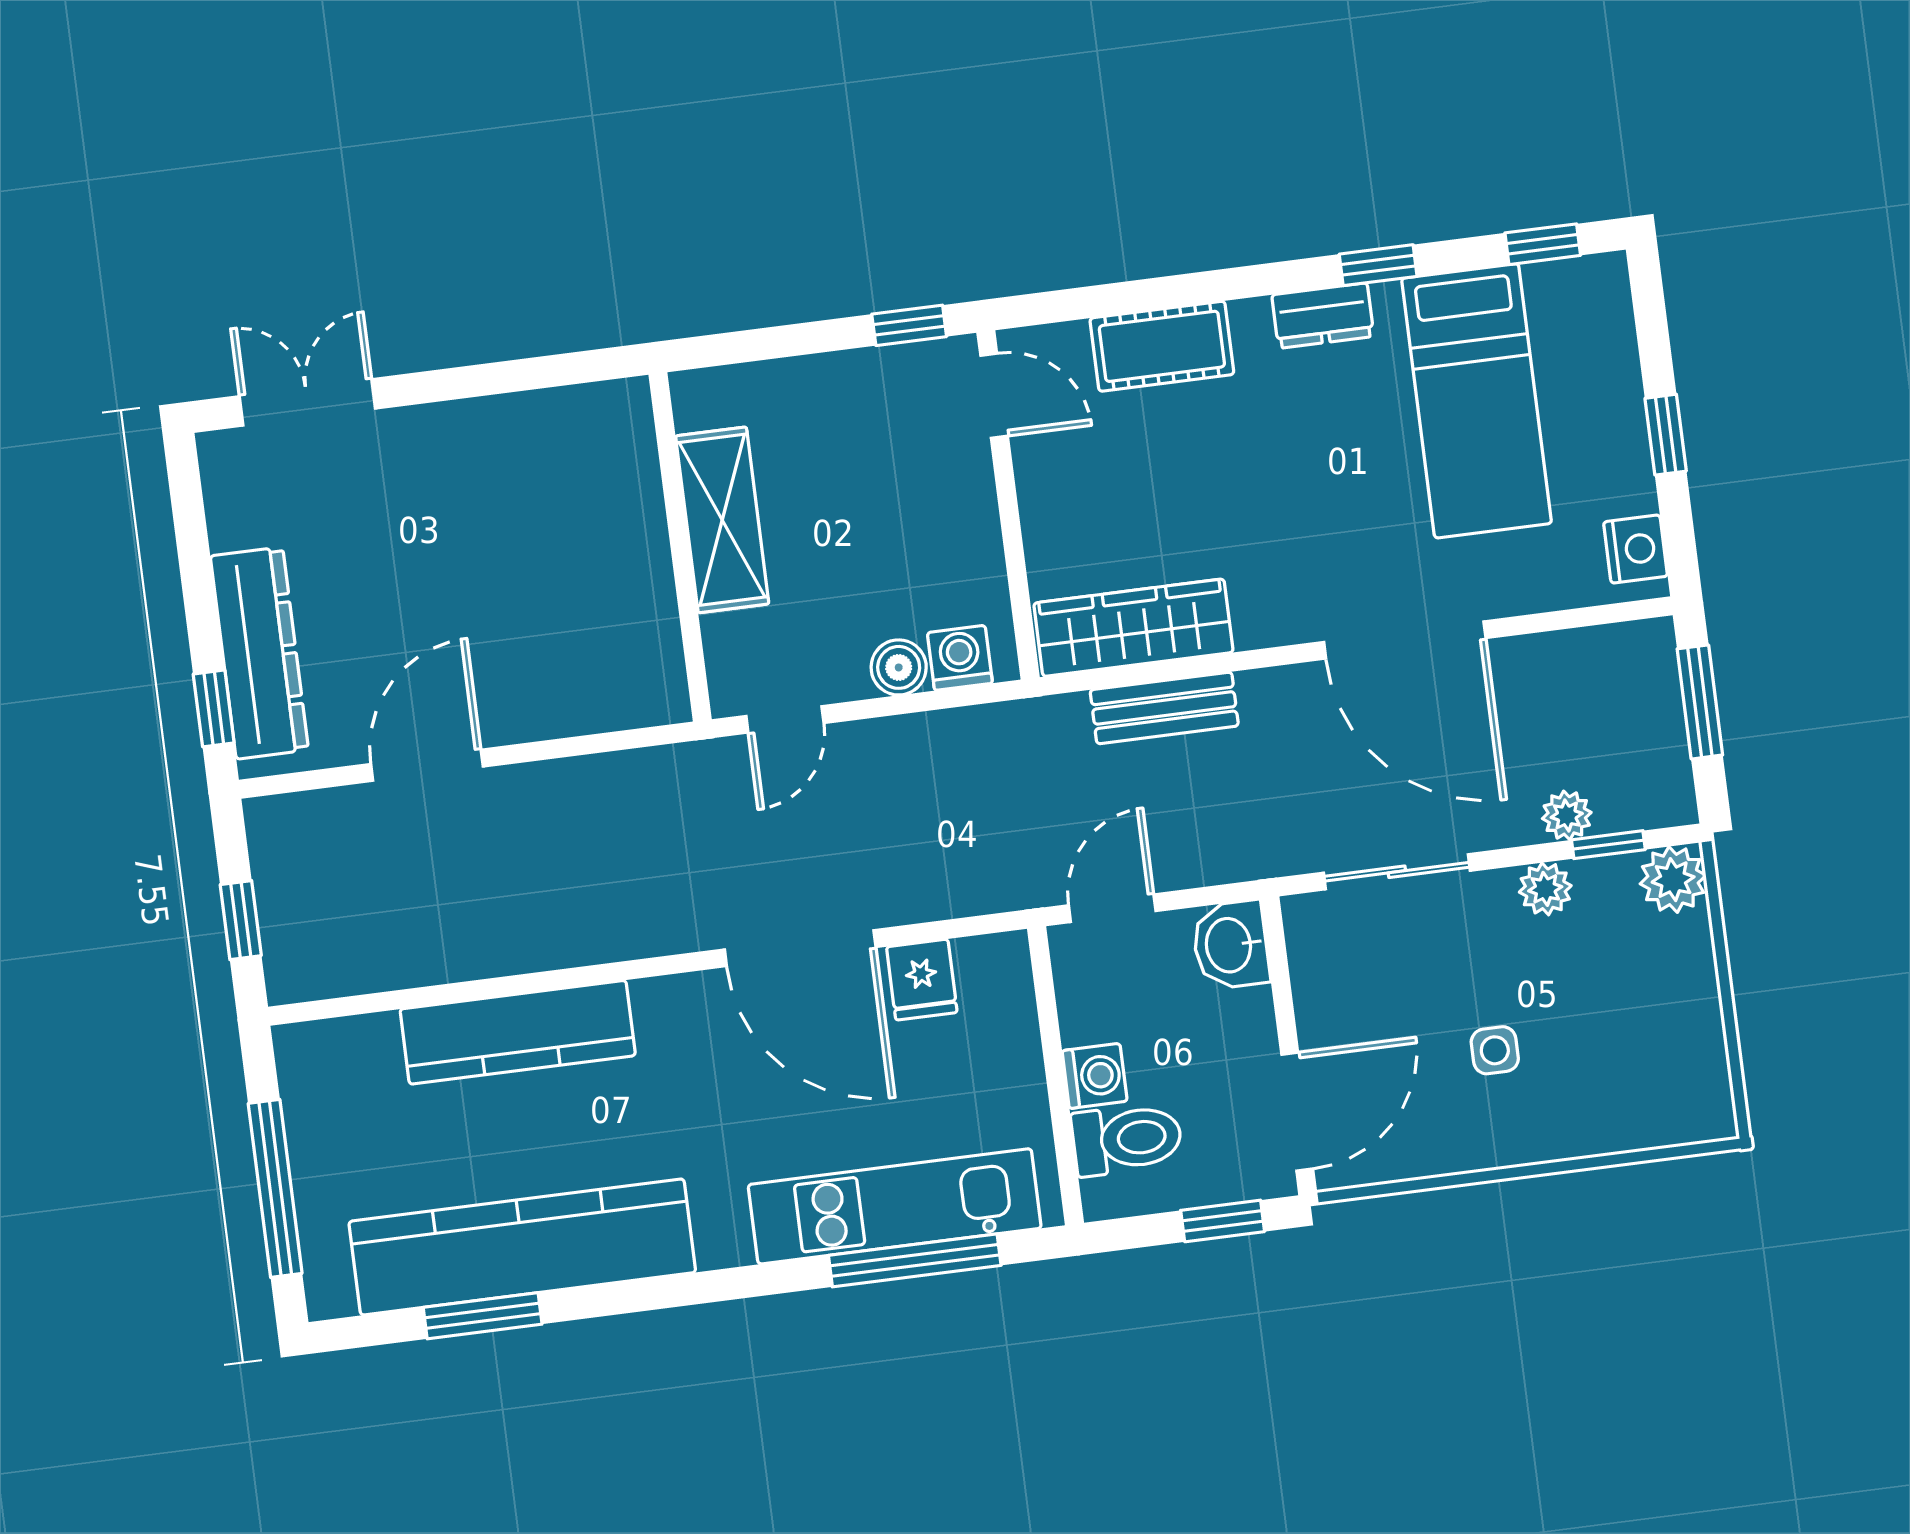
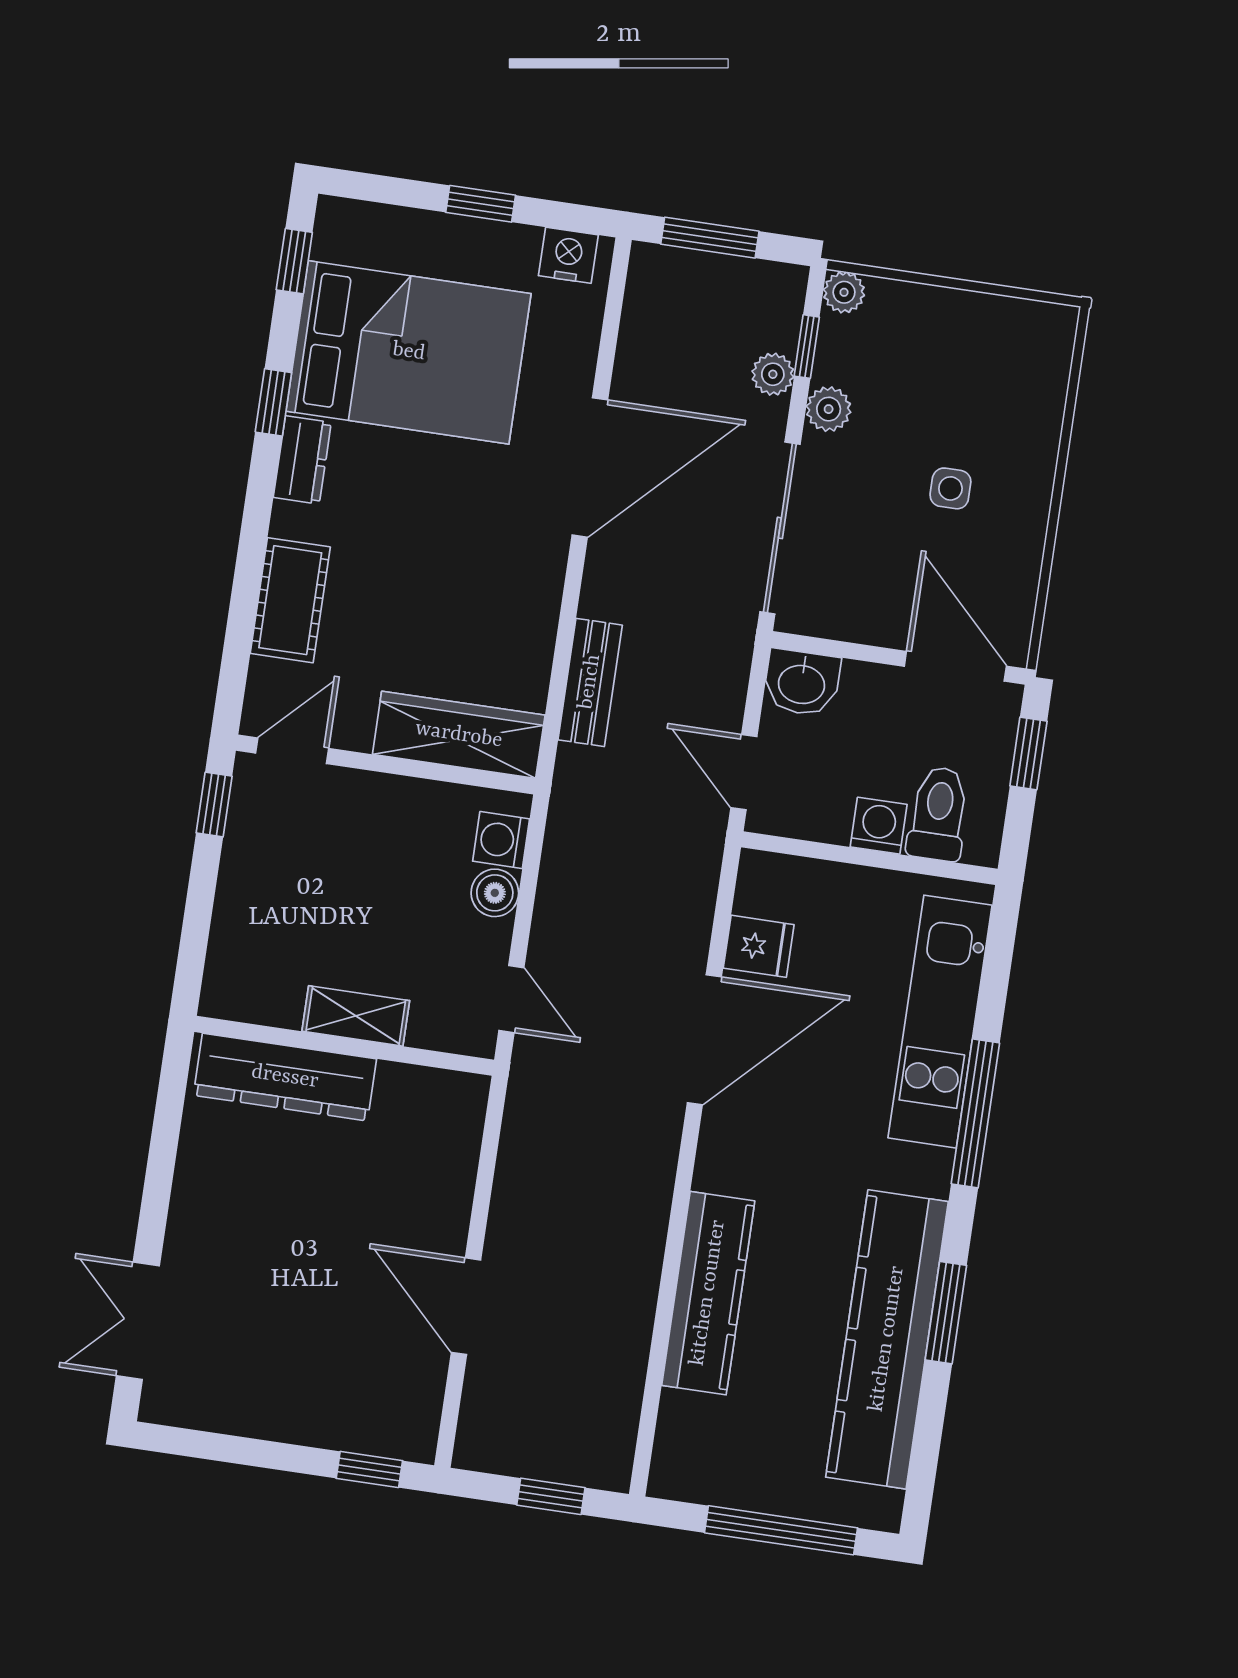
bed: (1477, 401) -> (409, 352), width x1.50
shelving: (722, 520) -> (356, 1016), width x0.67, depth x0.75
wardrobe: (1133, 628) -> (459, 735), moved, turned 90
dresser: (259, 653) -> (285, 1077), moved, turned 180
sliding door: (1397, 872) -> (780, 528), width x1.37
plant: (1673, 880) -> (844, 292), width x0.73, depth x0.73
window: (915, 1260) -> (975, 1113), moved
window: (483, 1316) -> (946, 1313), moved

